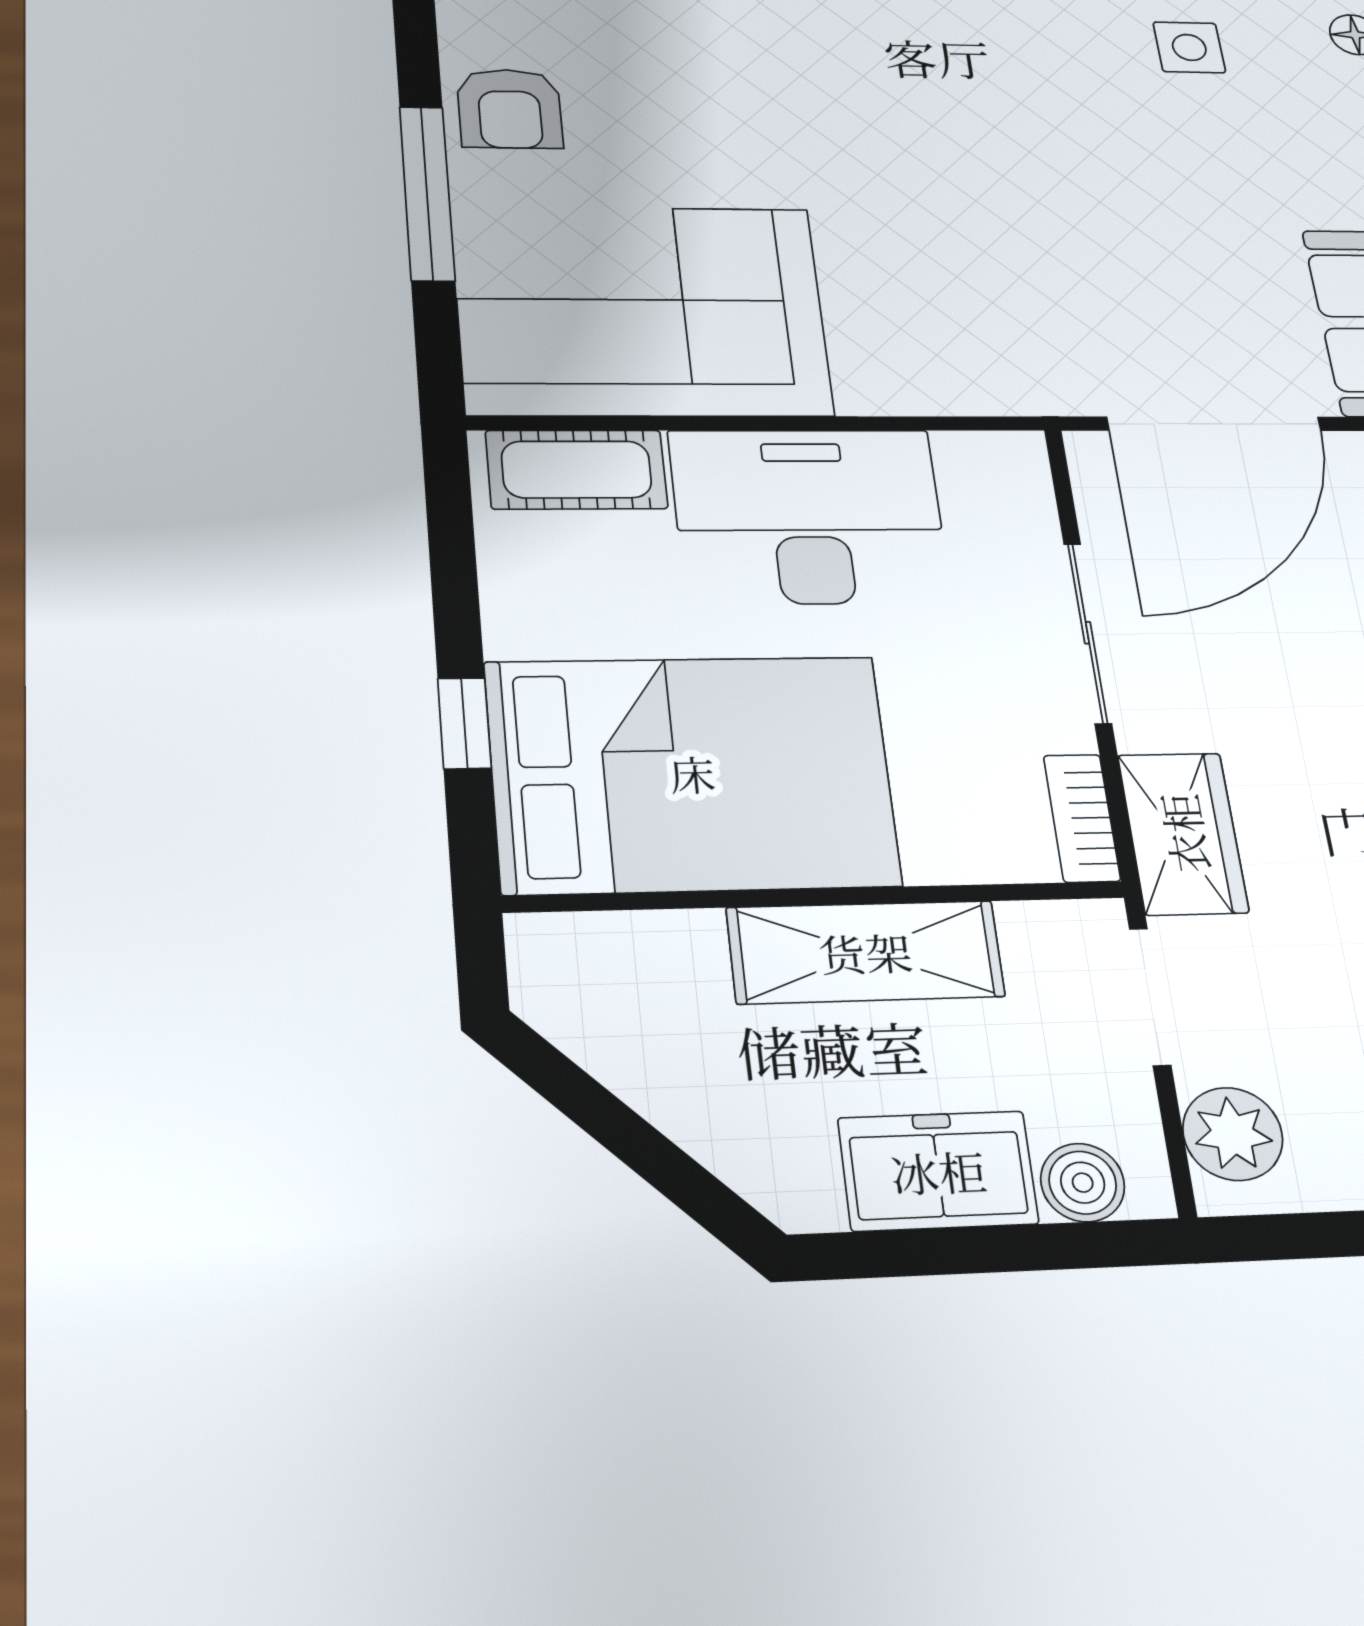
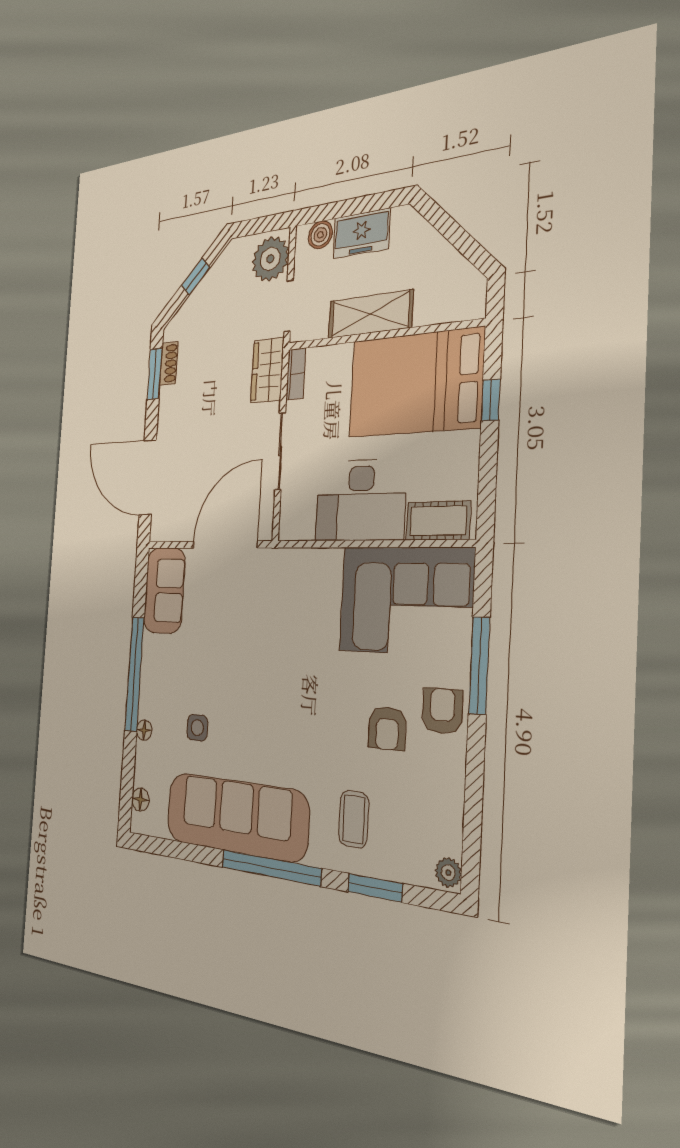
armchair: (647, 72) -> (387, 728), added
plant: (1233, 1134) -> (270, 259), width x1.36, depth x1.36

